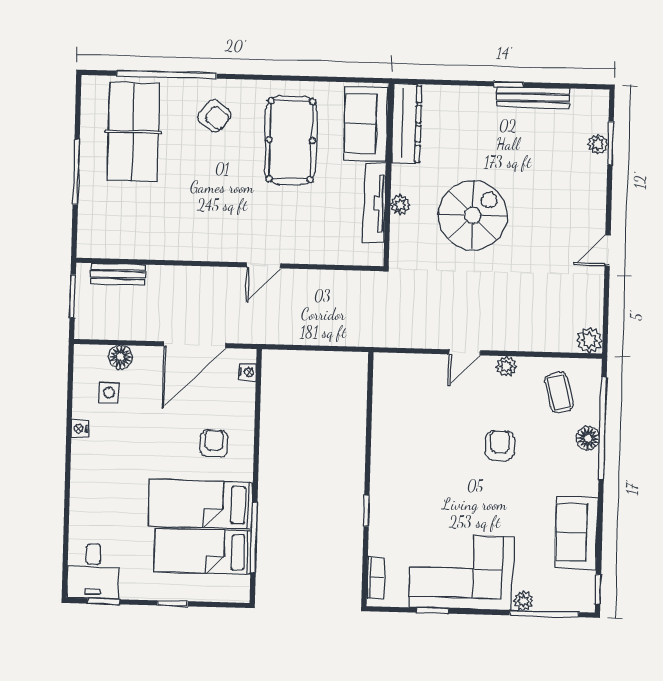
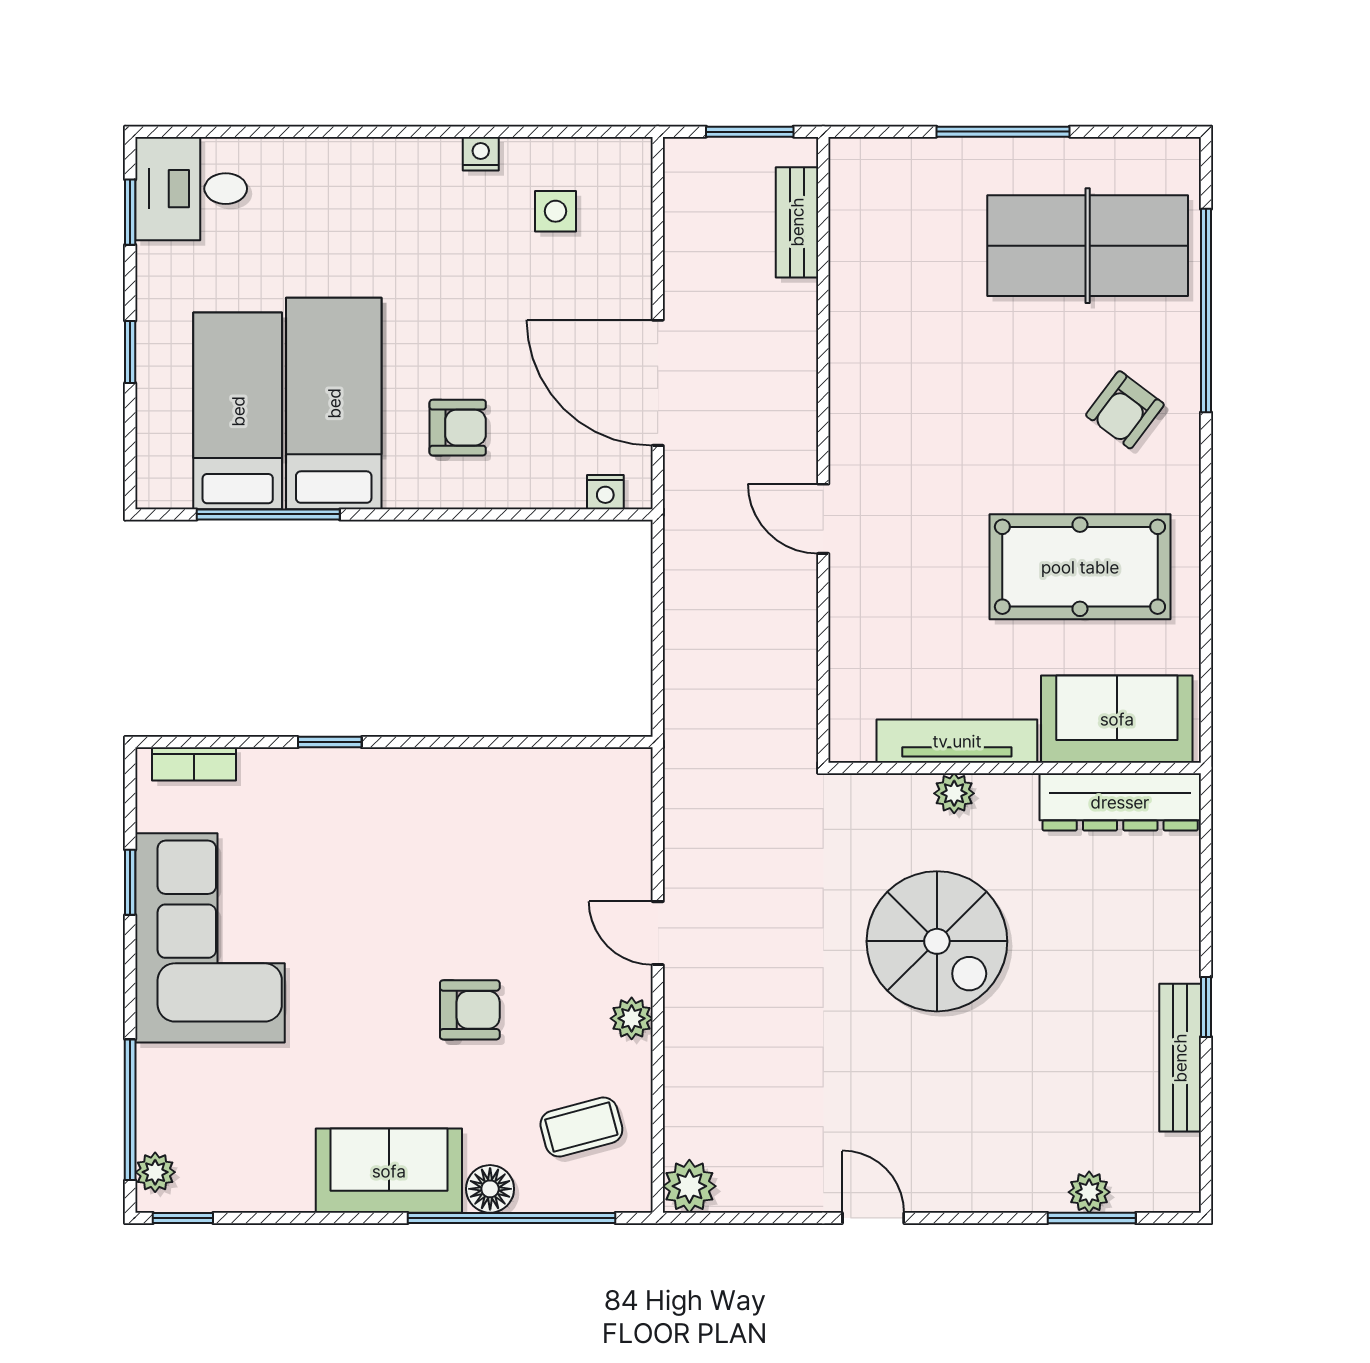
floor lamp: (120, 357) -> (629, 232), removed
sofa: (576, 533) -> (389, 1171), moved
plant: (523, 601) -> (155, 1172), moved

